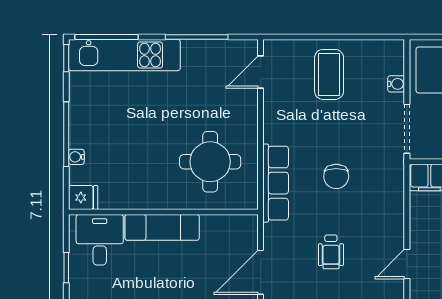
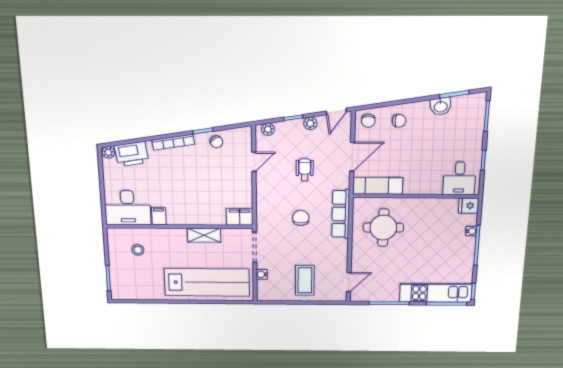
exam couch: (162, 227) -> (378, 186), moved

